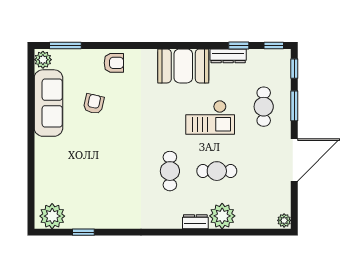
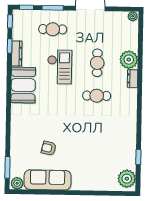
armchair: (114, 63) -> (20, 134), removed

